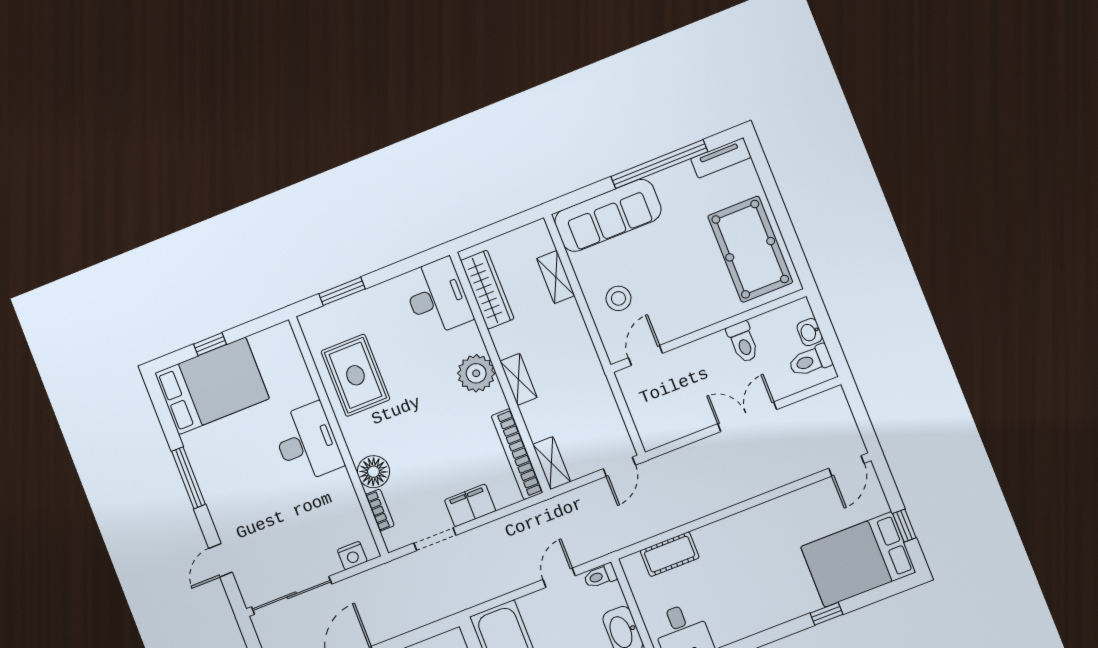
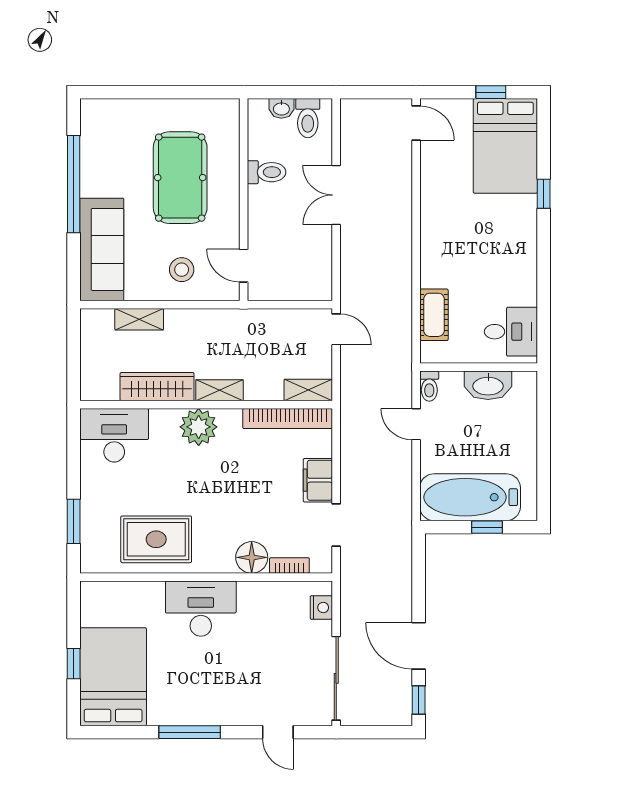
tv unit: (721, 158) -> (91, 126), removed
pool table: (750, 249) -> (180, 178), moved, turned 90
wardrobe: (487, 290) -> (157, 387), moved

